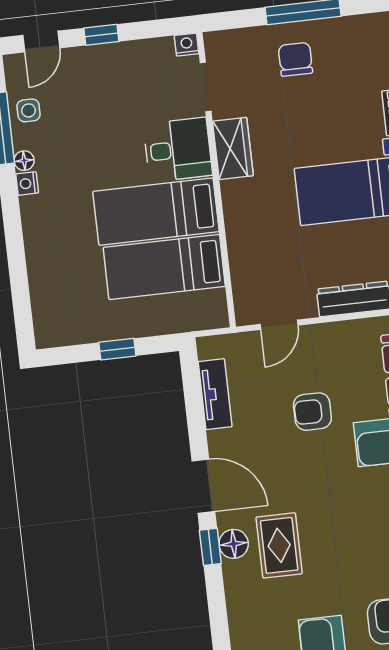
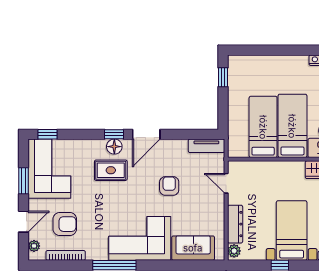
window: (117, 349) -> (223, 77), moved
tv unit: (215, 394) -> (206, 146), moved
armchair: (312, 412) -> (169, 186), moved

